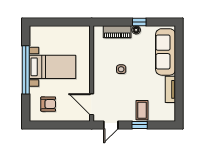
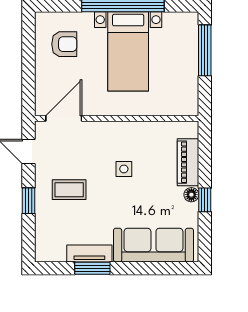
window: (52, 22) -> (205, 50), added
window: (179, 88) -> (92, 268), added
armchair: (48, 104) -> (64, 44), turned -90
coffee table: (142, 110) -> (69, 190), moved

